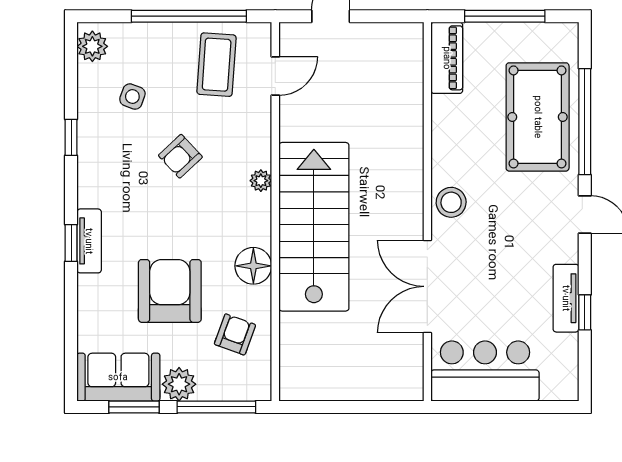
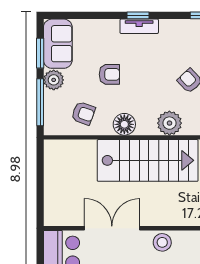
plant: (261, 181) -> (169, 123), width x1.88, depth x1.88
armchair: (170, 291) -> (109, 74), width x0.53, depth x0.53

